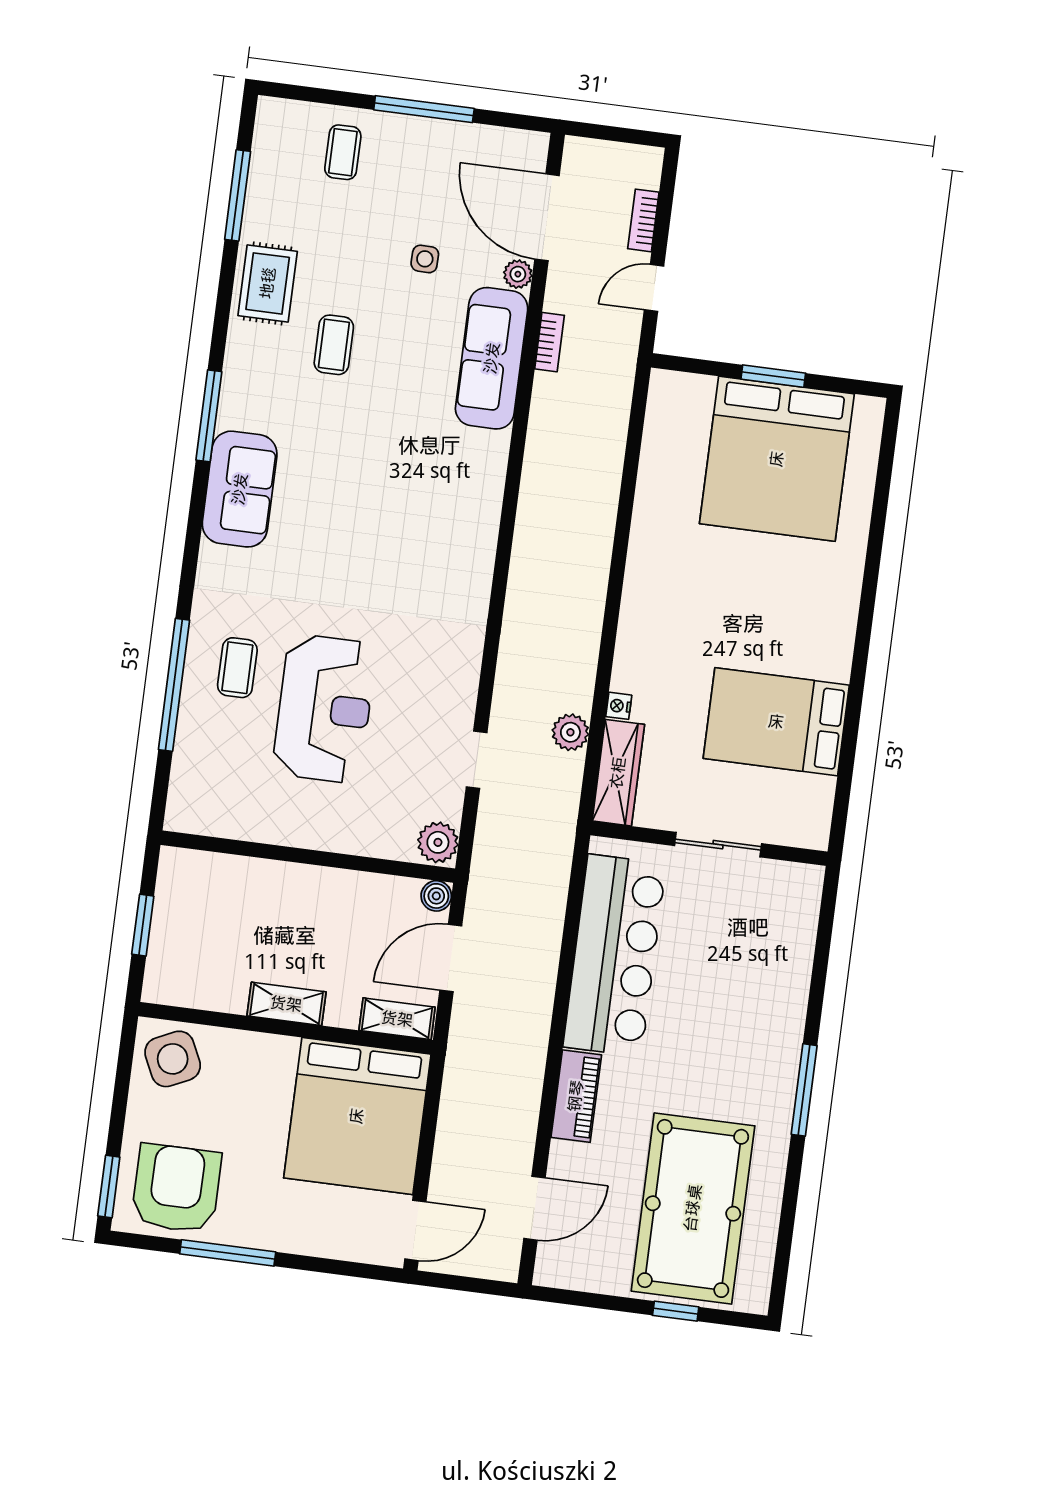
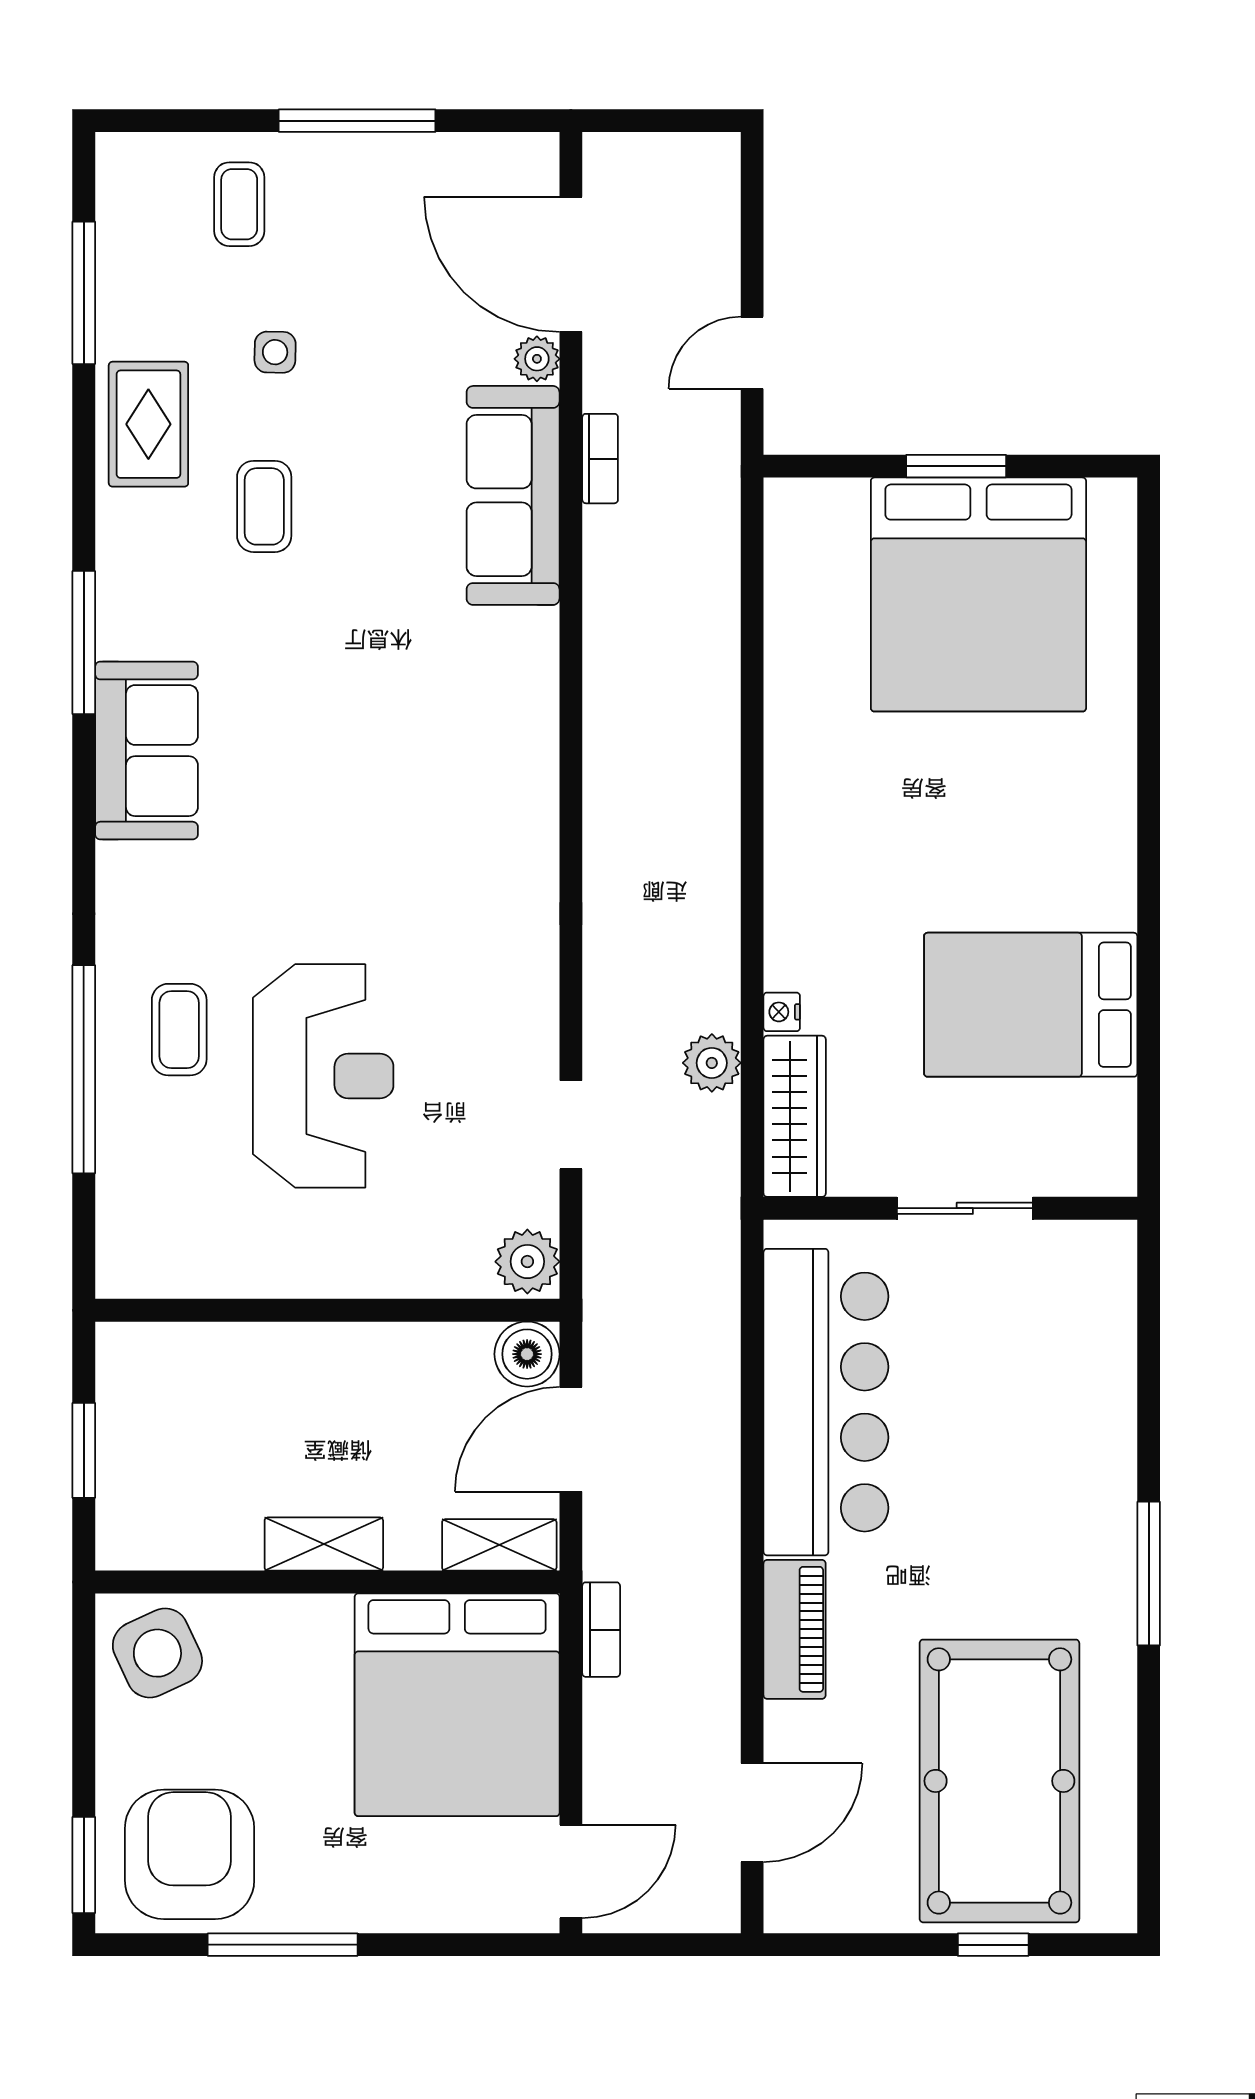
bookcase: (643, 220) -> (601, 1630), moved, turned 180
side table: (425, 259) -> (275, 352), moved
boiler: (436, 896) -> (527, 1354), width x1.36, depth x1.36

